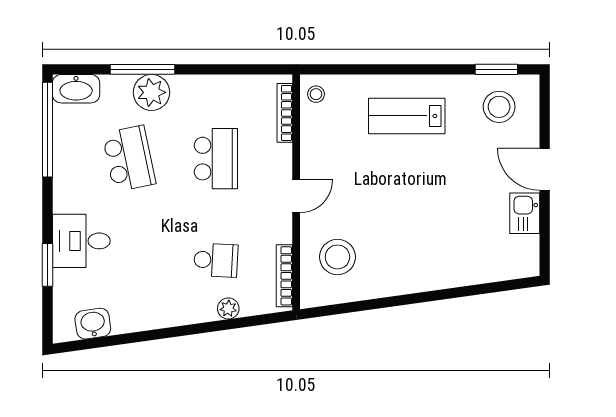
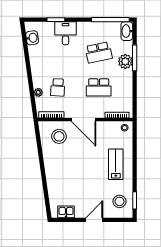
door: (296, 196) -> (83, 120), width x1.87
kitchen sink: (525, 213) -> (66, 212), moved

